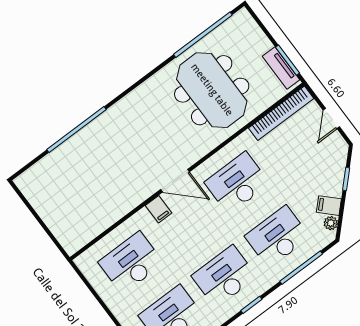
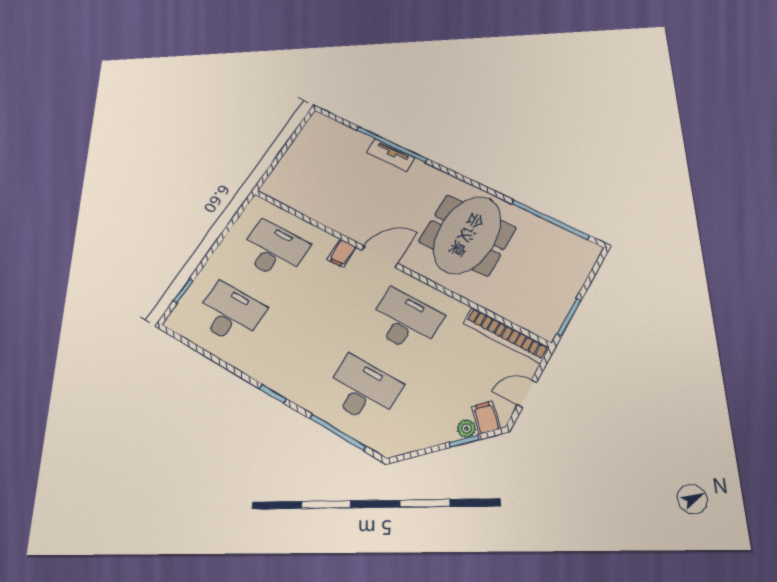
tv unit: (281, 68) -> (391, 155), moved, turned -90
meeting table: (212, 90) -> (467, 235), moved
door: (175, 181) -> (380, 257), swing flipped
filing cabinet: (329, 206) -> (486, 418), moved
plant: (331, 223) -> (466, 428), moved
desk: (224, 276) -> (295, 351), removed

